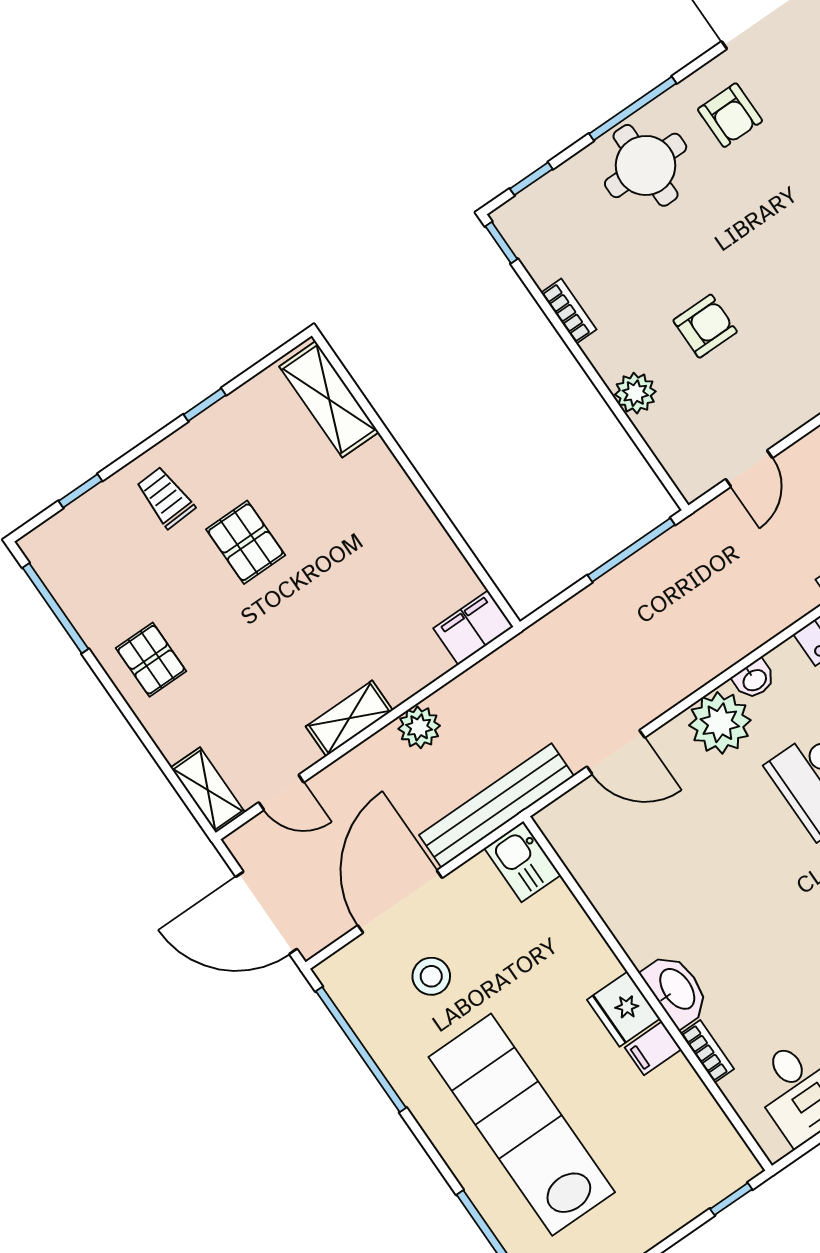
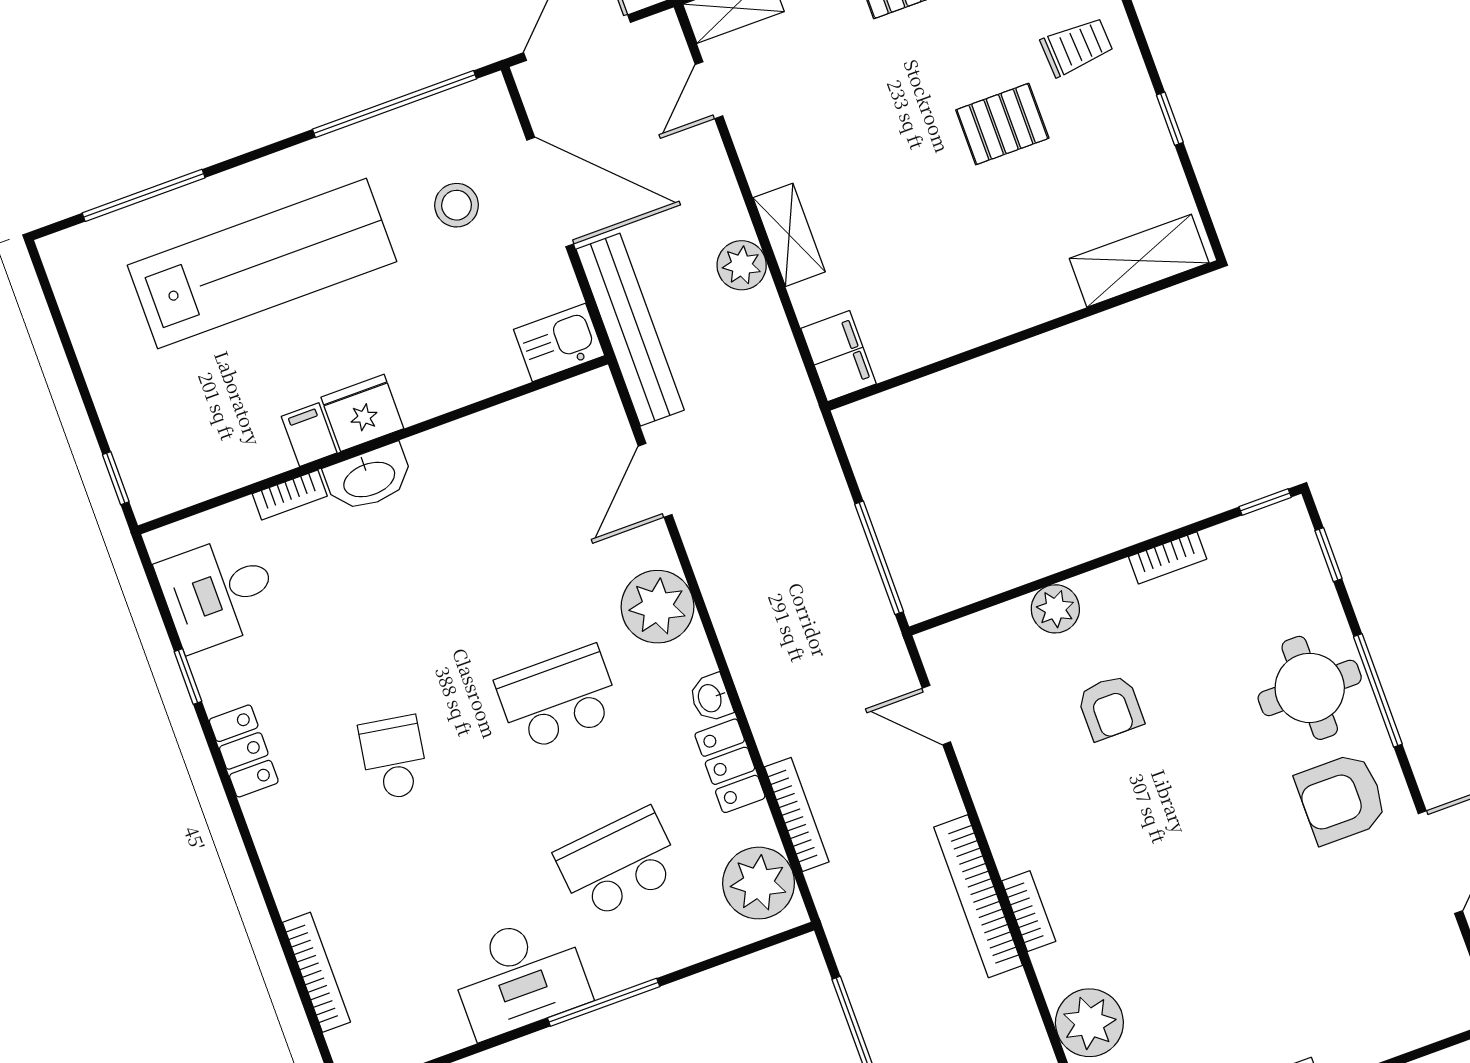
armchair: (730, 115) -> (1341, 798), width x1.38, depth x1.38
washbasin: (754, 679) -> (711, 698), moved
shelving: (349, 718) -> (789, 235), moved

